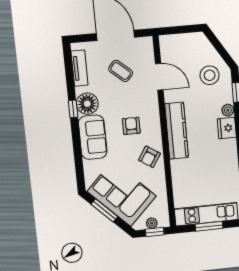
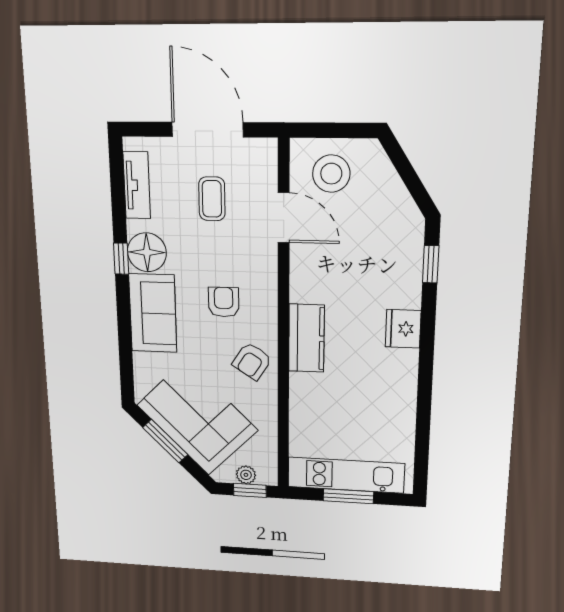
coffee table: (121, 71) -> (212, 199), turned 49
stool: (210, 75) -> (331, 174), moved
plant: (228, 110) -> (409, 296), removed
kitchen counter: (177, 131) -> (306, 338), width x0.67

